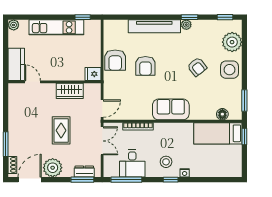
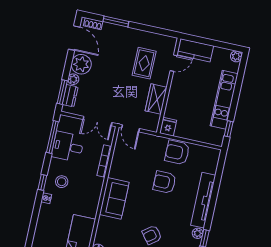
rug: (61, 130) -> (144, 63), moved, turned 90
plant: (68, 172) -> (73, 79), added

